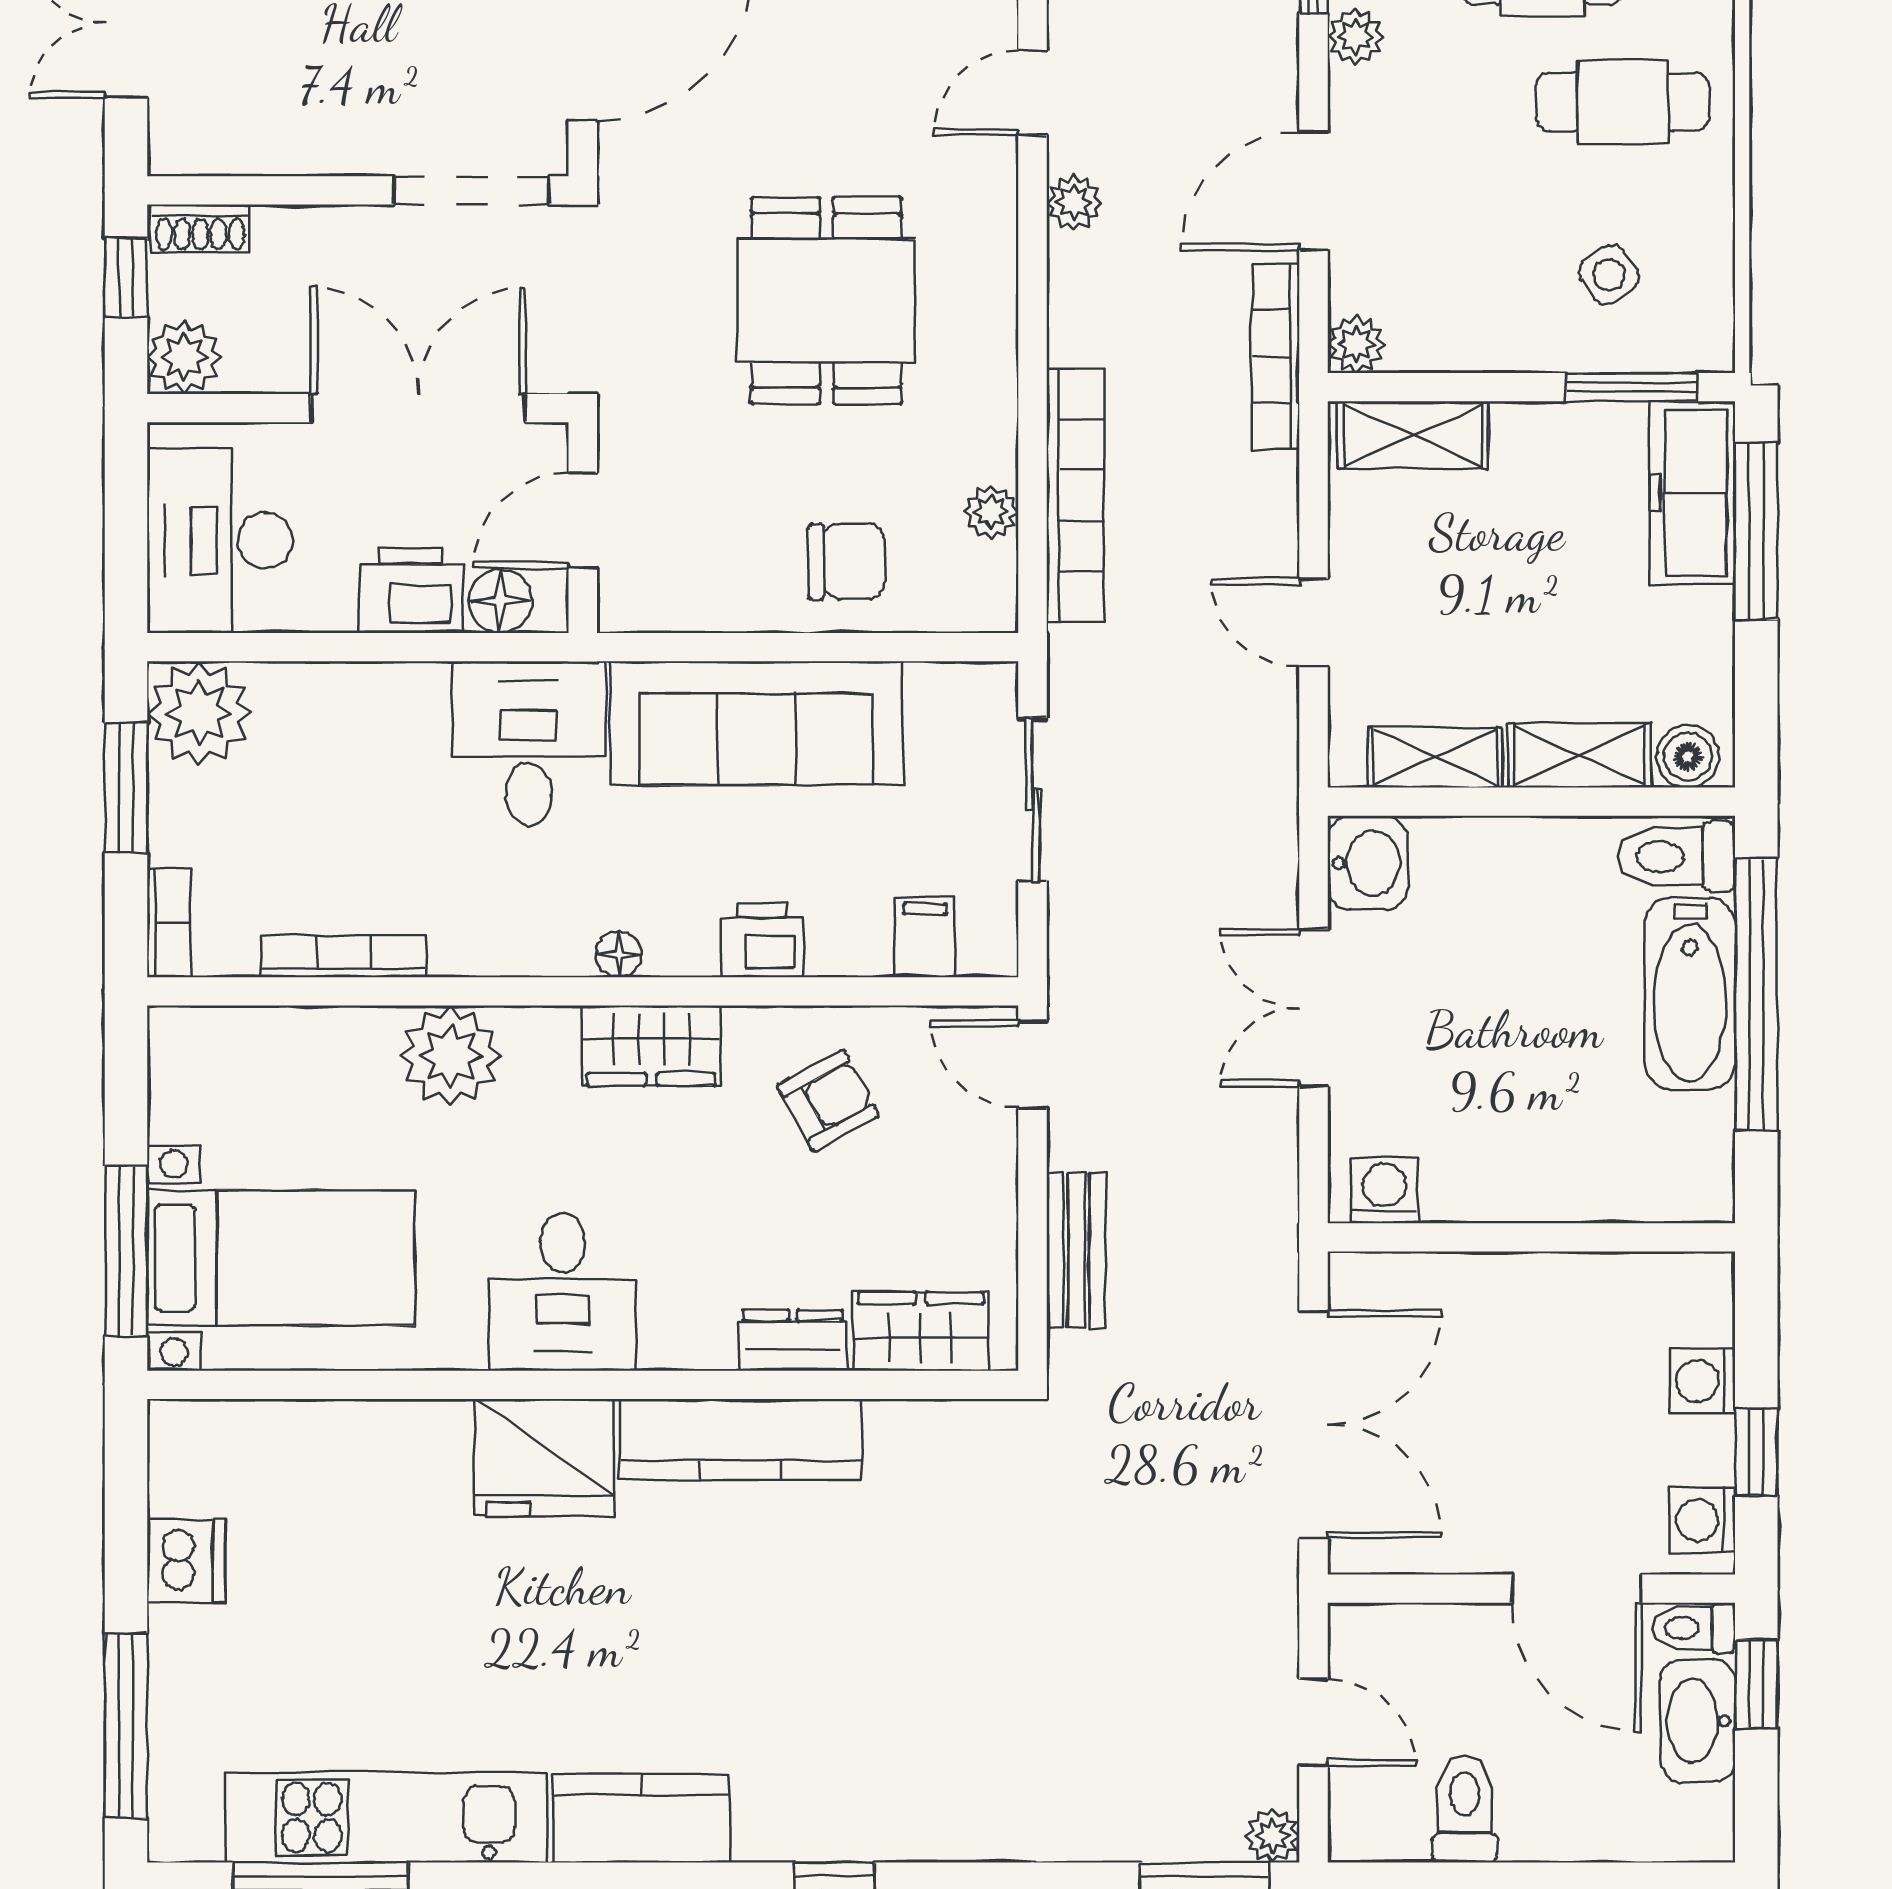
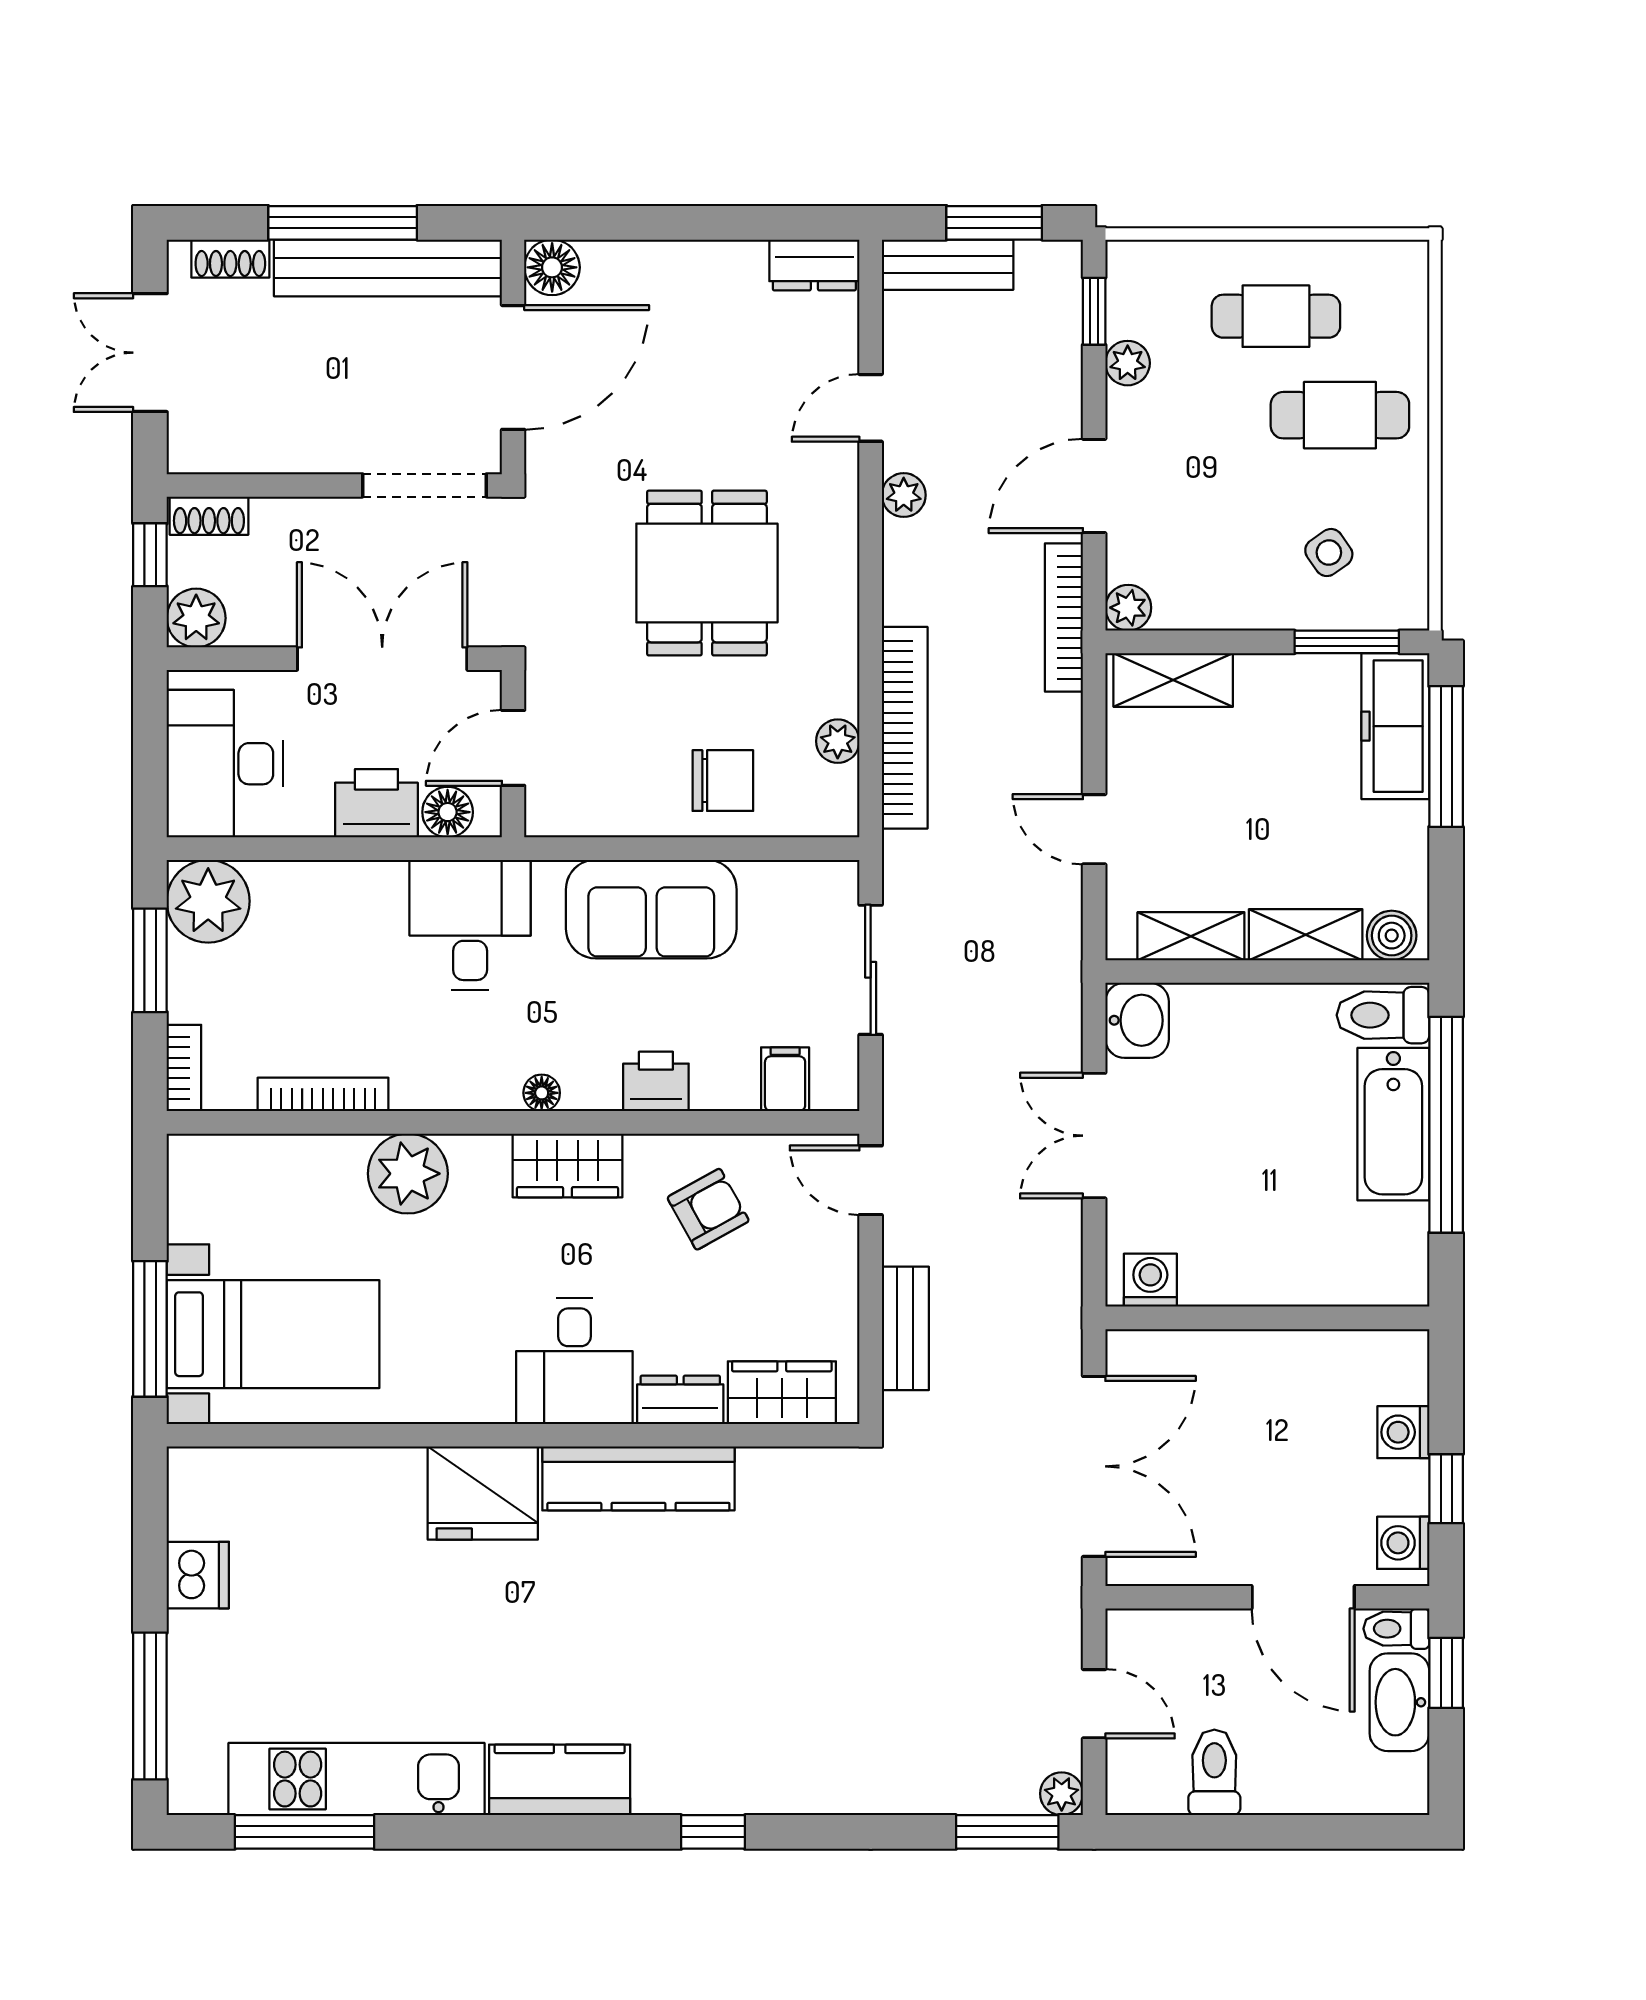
sofa: (757, 723) -> (651, 909), width x0.73
desk: (563, 1292) -> (574, 1361), moved

